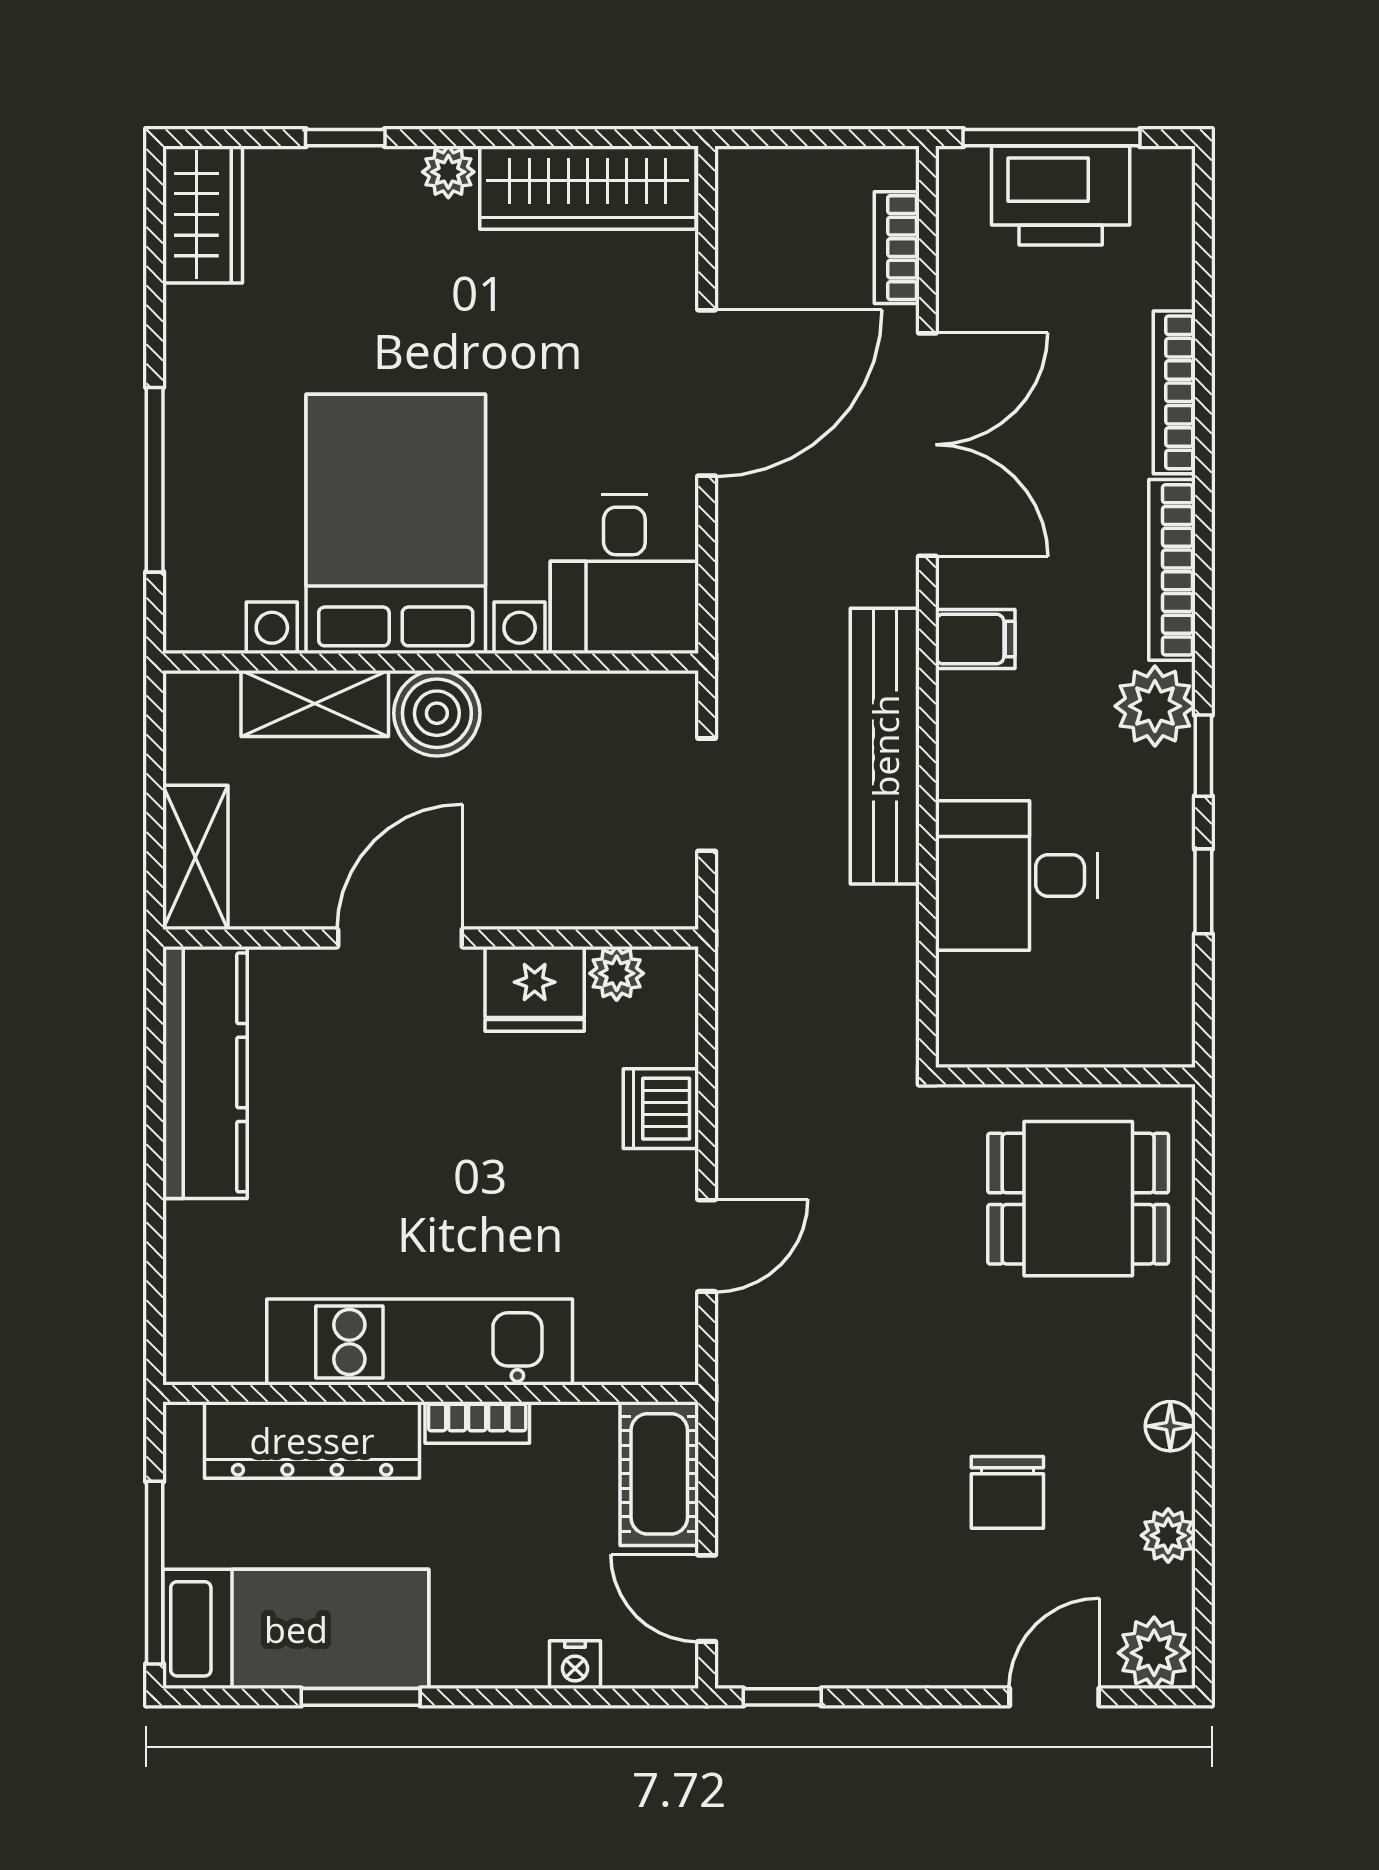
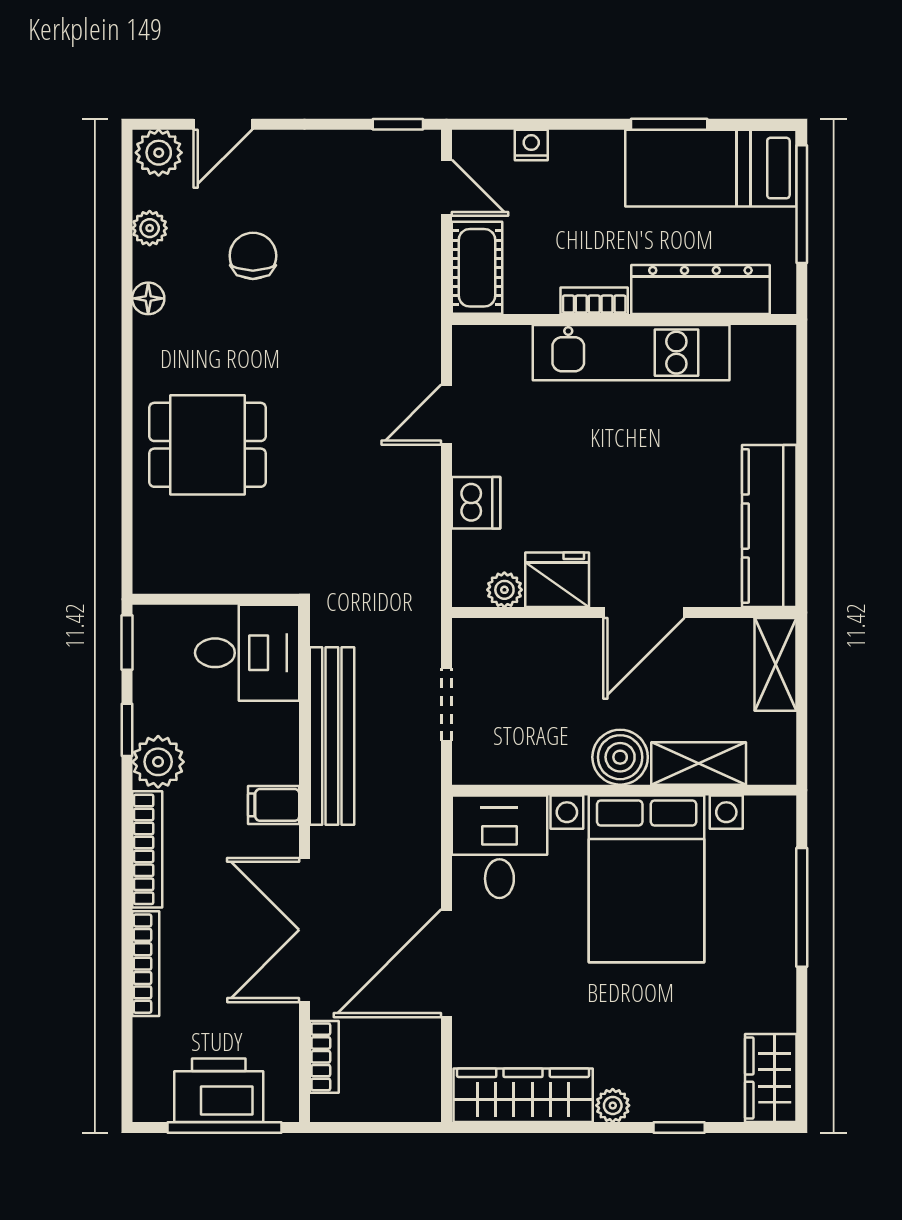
wall: (1065, 1076) -> (216, 599), moved

